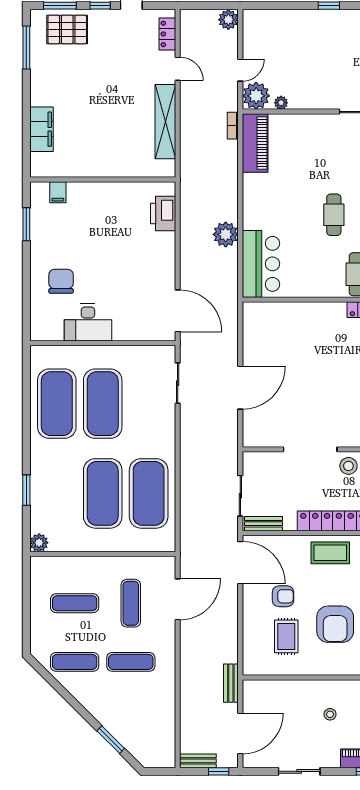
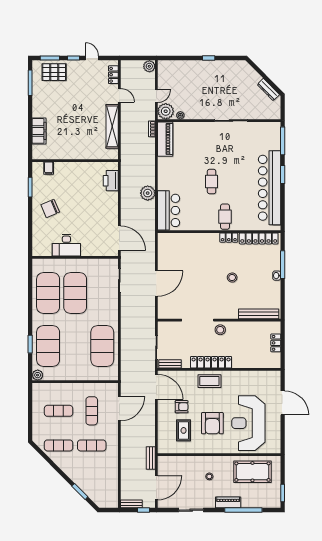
chair: (61, 281) -> (50, 208), moved, turned -113
exercise mat: (103, 493) -> (48, 346), moved

